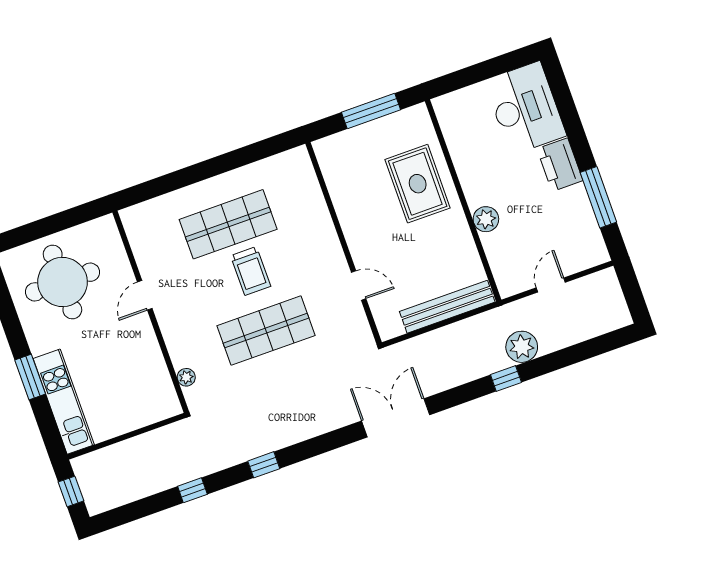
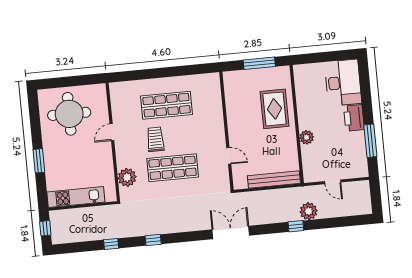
trolley: (251, 271) -> (155, 139), moved, turned 180
door: (551, 285) -> (333, 182), swing flipped
plant: (186, 377) -> (127, 177), width x1.87, depth x1.87
kitchen unit: (64, 402) -> (76, 197), moved, turned -90

